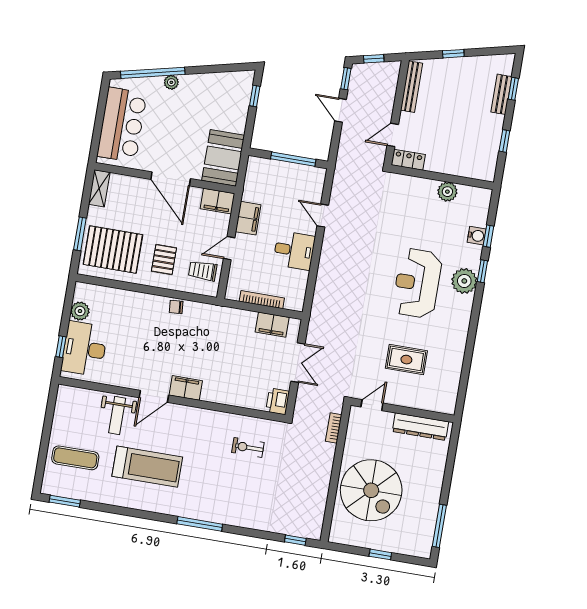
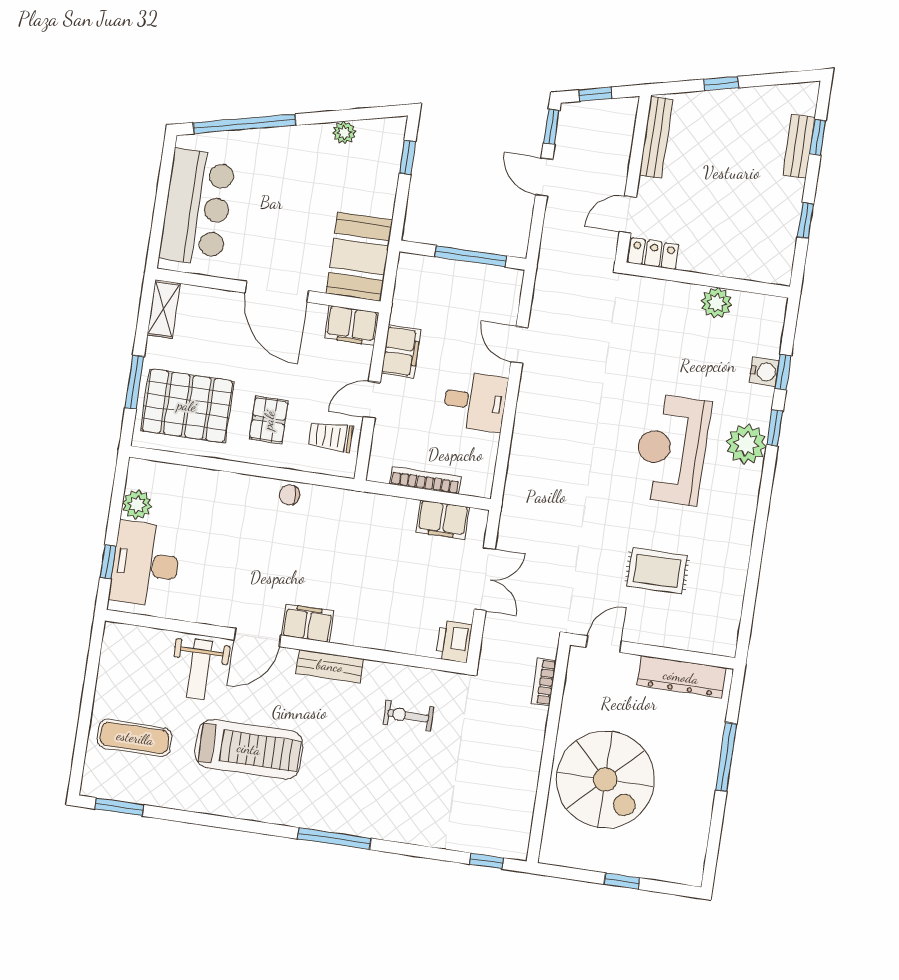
plant: (171, 82) -> (344, 132), moved
bench: (199, 415) -> (330, 666), added
window: (439, 526) -> (726, 757), moved

